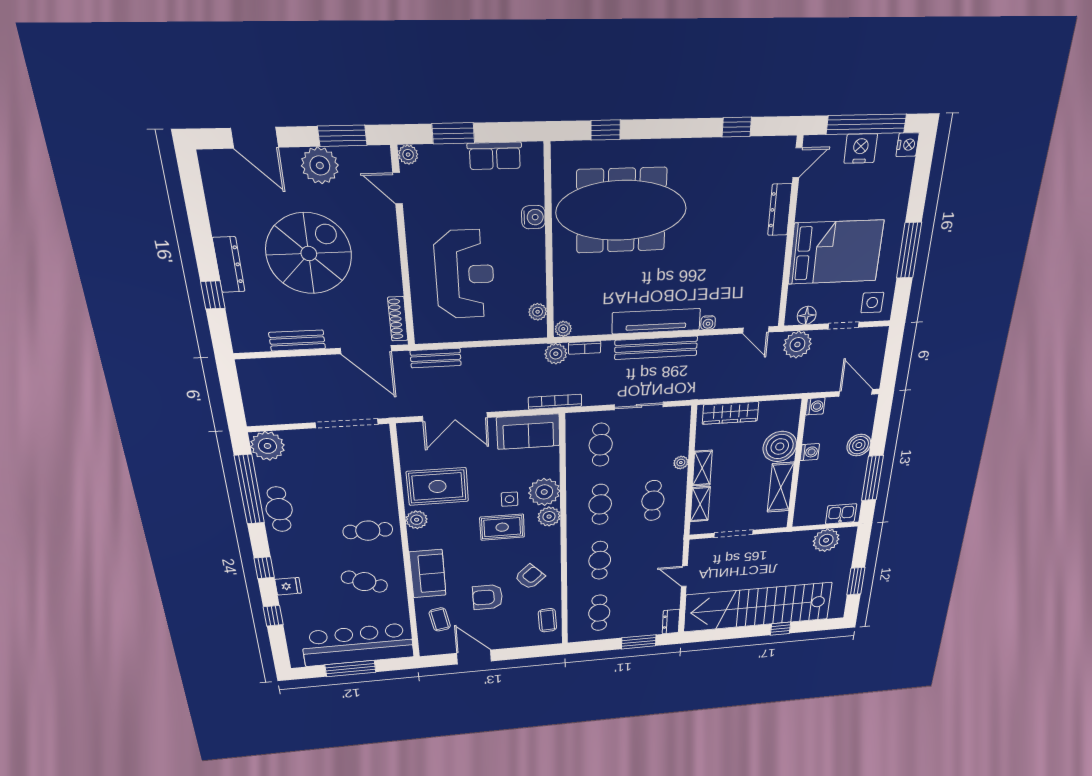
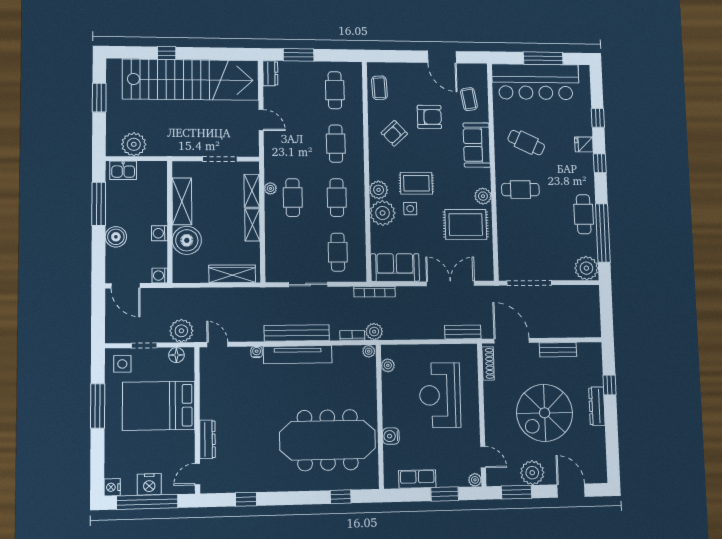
plant: (681, 463) -> (270, 188), moved

